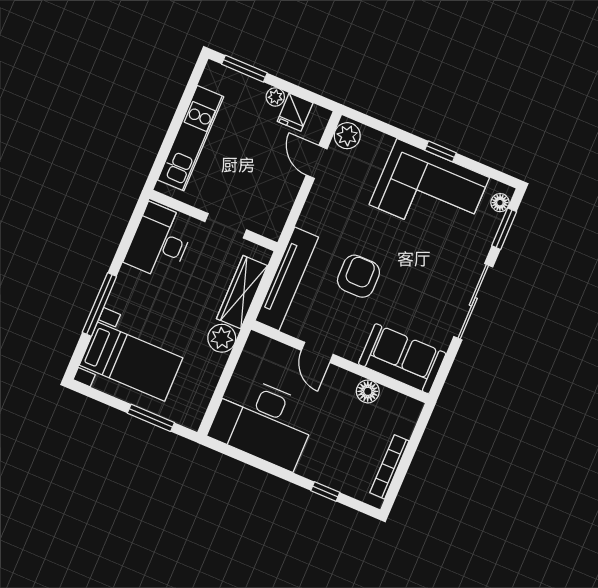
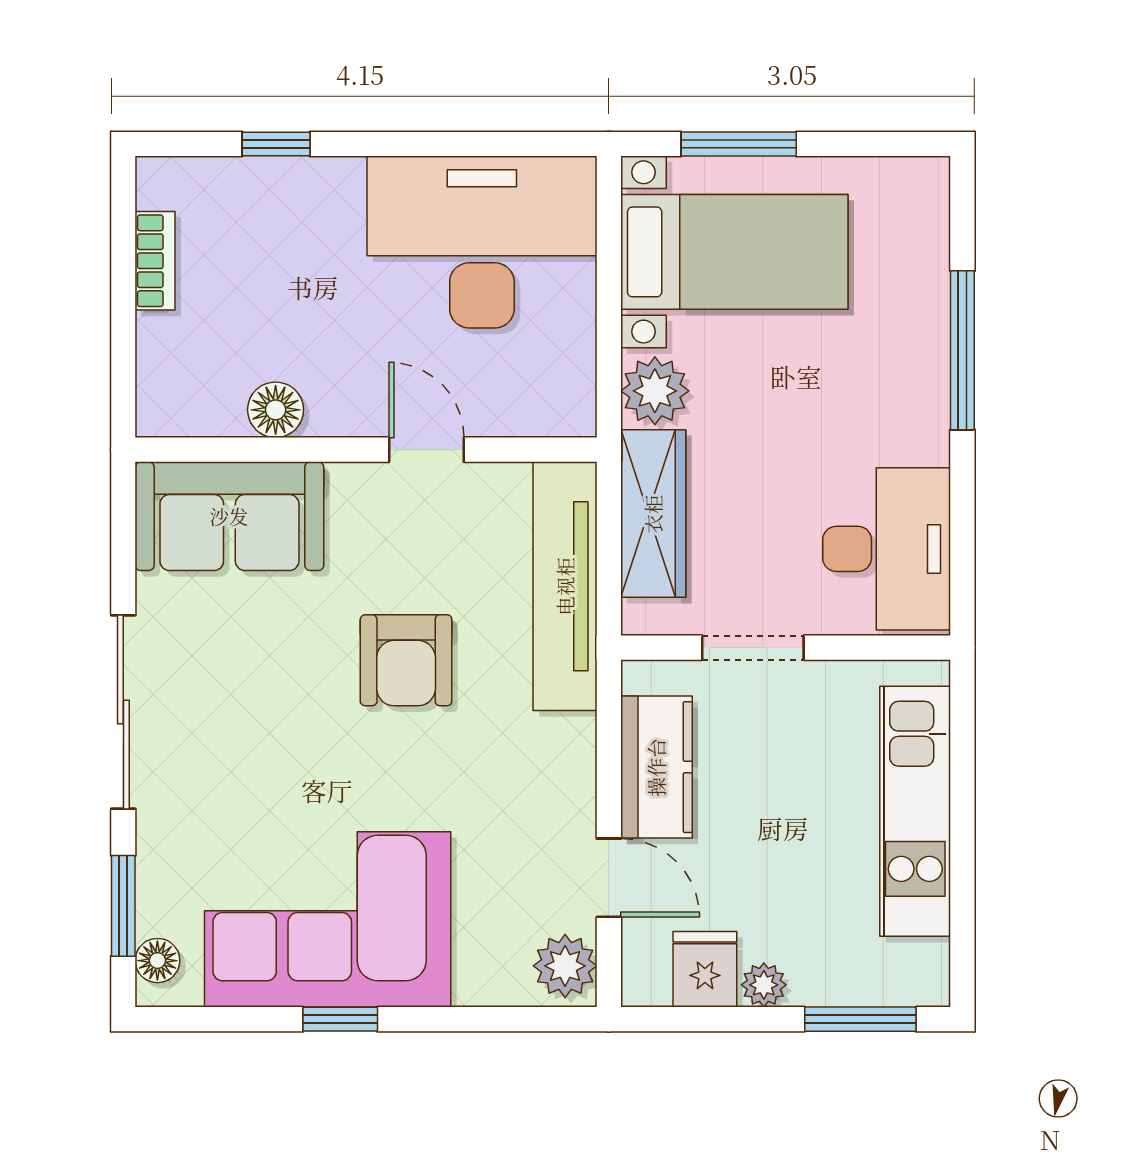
kitchen counter: (281, 196) -> (656, 767), added
bed with nightstands: (131, 362) -> (734, 252), moved, turned 180
bookcase: (389, 467) -> (155, 261), width x0.64

